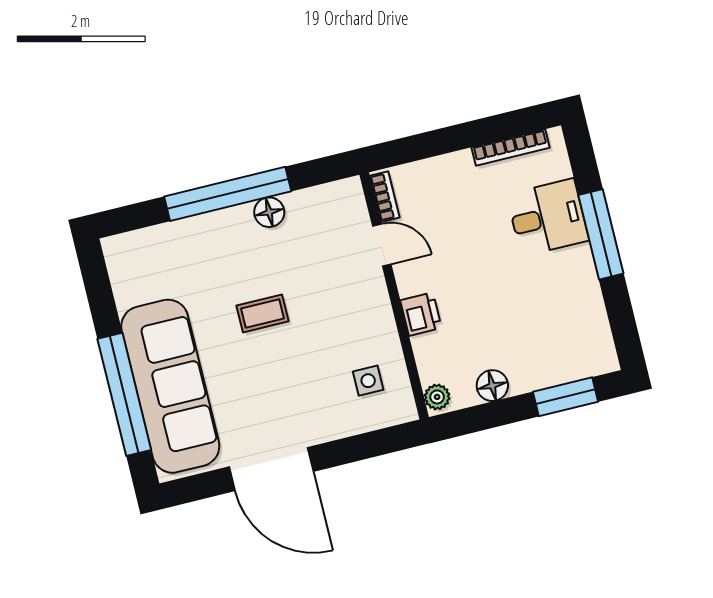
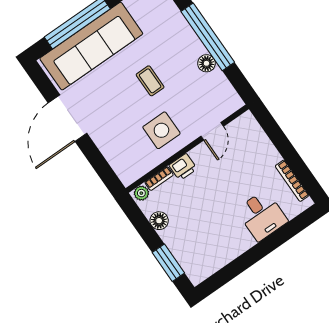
bookcase: (385, 197) -> (159, 179), moved
window: (601, 234) -> (264, 248), removed
side table: (368, 381) -> (161, 130), moved, width x1.87, depth x1.87

